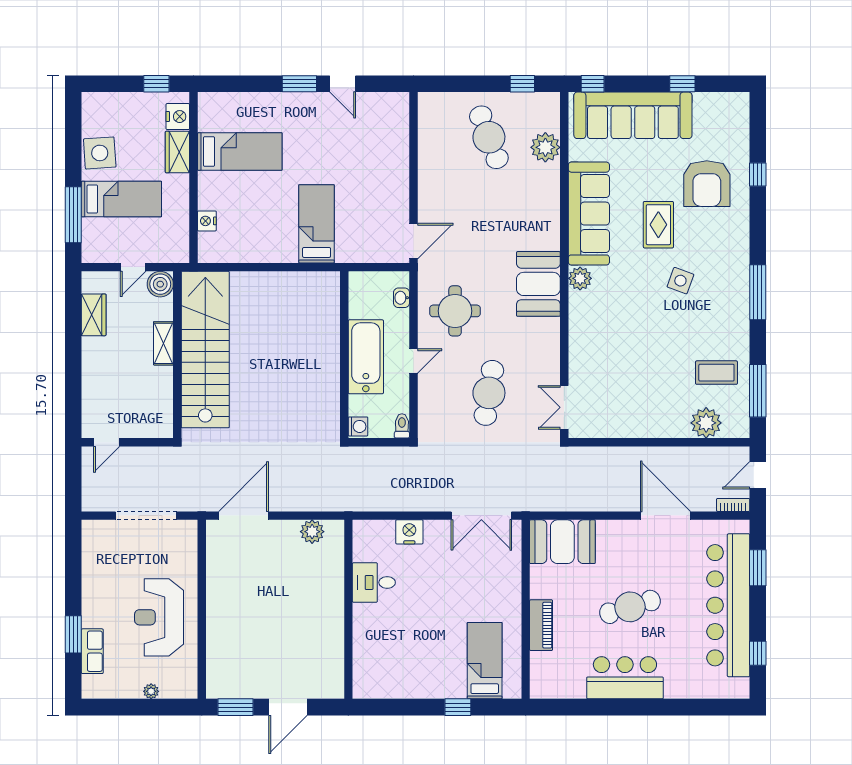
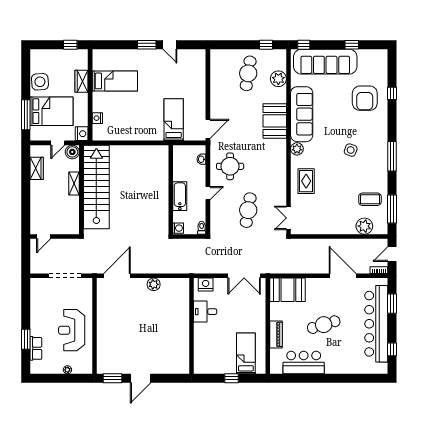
nightstand: (178, 117) -> (82, 134), moved
cafe table: (489, 137) -> (248, 73), turned 30
bed: (121, 199) -> (52, 111), width x1.50
bed: (317, 224) -> (174, 120), moved
rug: (658, 225) -> (306, 181), moved
booth: (538, 284) -> (275, 121), moved
bathtub: (366, 357) -> (180, 196), width x0.73, depth x0.73
desk: (374, 582) -> (205, 312), moved
wall: (348, 609) -> (191, 326), moved
bar counter: (625, 678) -> (304, 363), moved

